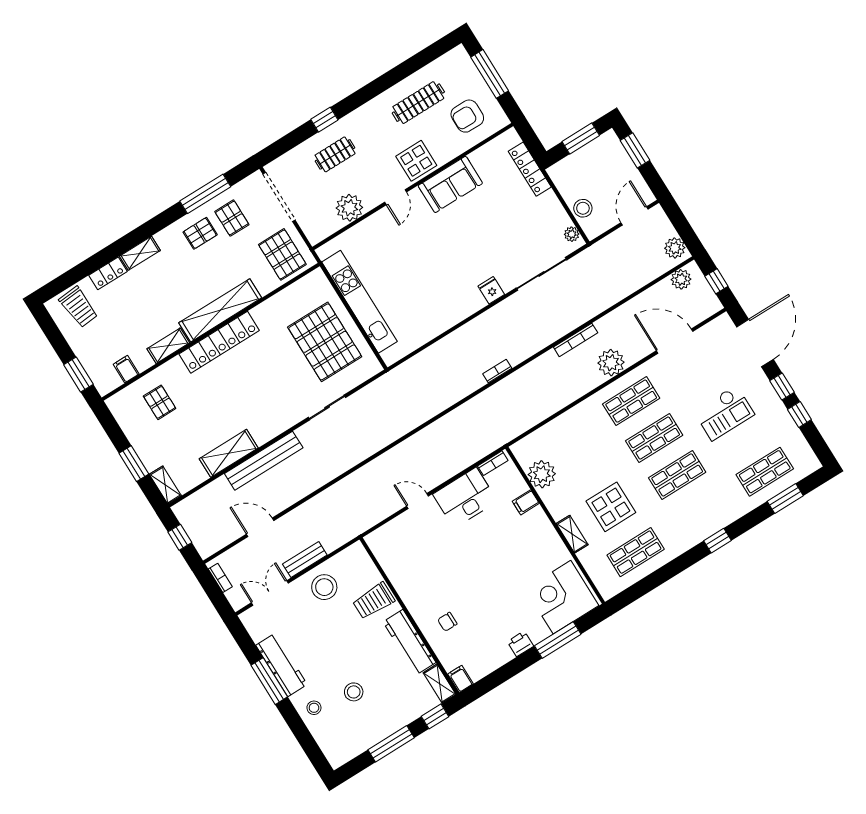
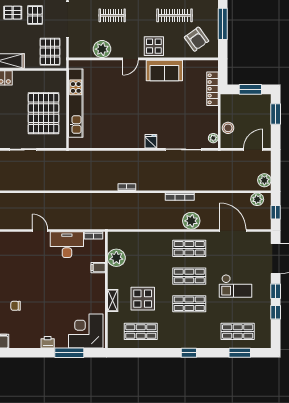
armchair: (467, 116) -> (197, 39), turned -126

